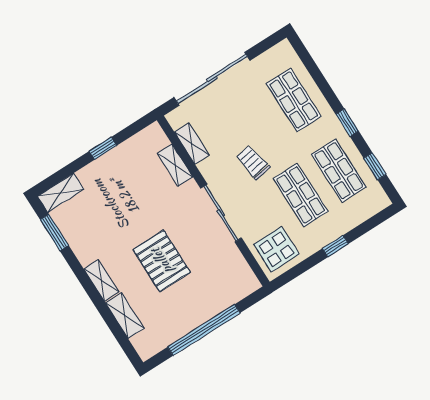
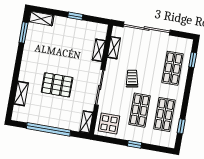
window: (347, 123) -> (193, 60), moved
pallet: (162, 261) -> (57, 85), turned 90
shelving: (101, 281) -> (86, 122), moved

